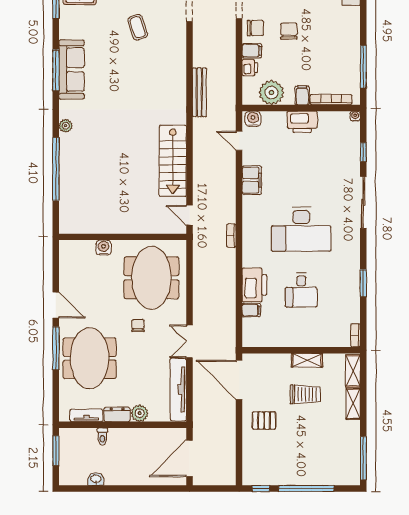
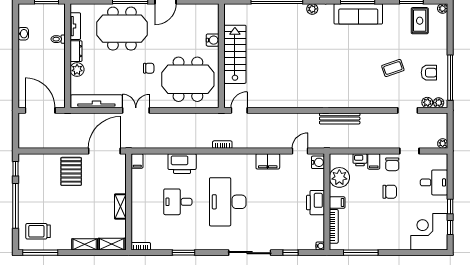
stairs: (173, 161) -> (235, 54), moved, turned 90
filing cabinet: (251, 310) -> (137, 161), moved
trolley: (305, 394) -> (38, 231), moved, turned 90
pallet: (264, 421) -> (71, 171), width x1.50, depth x1.42

